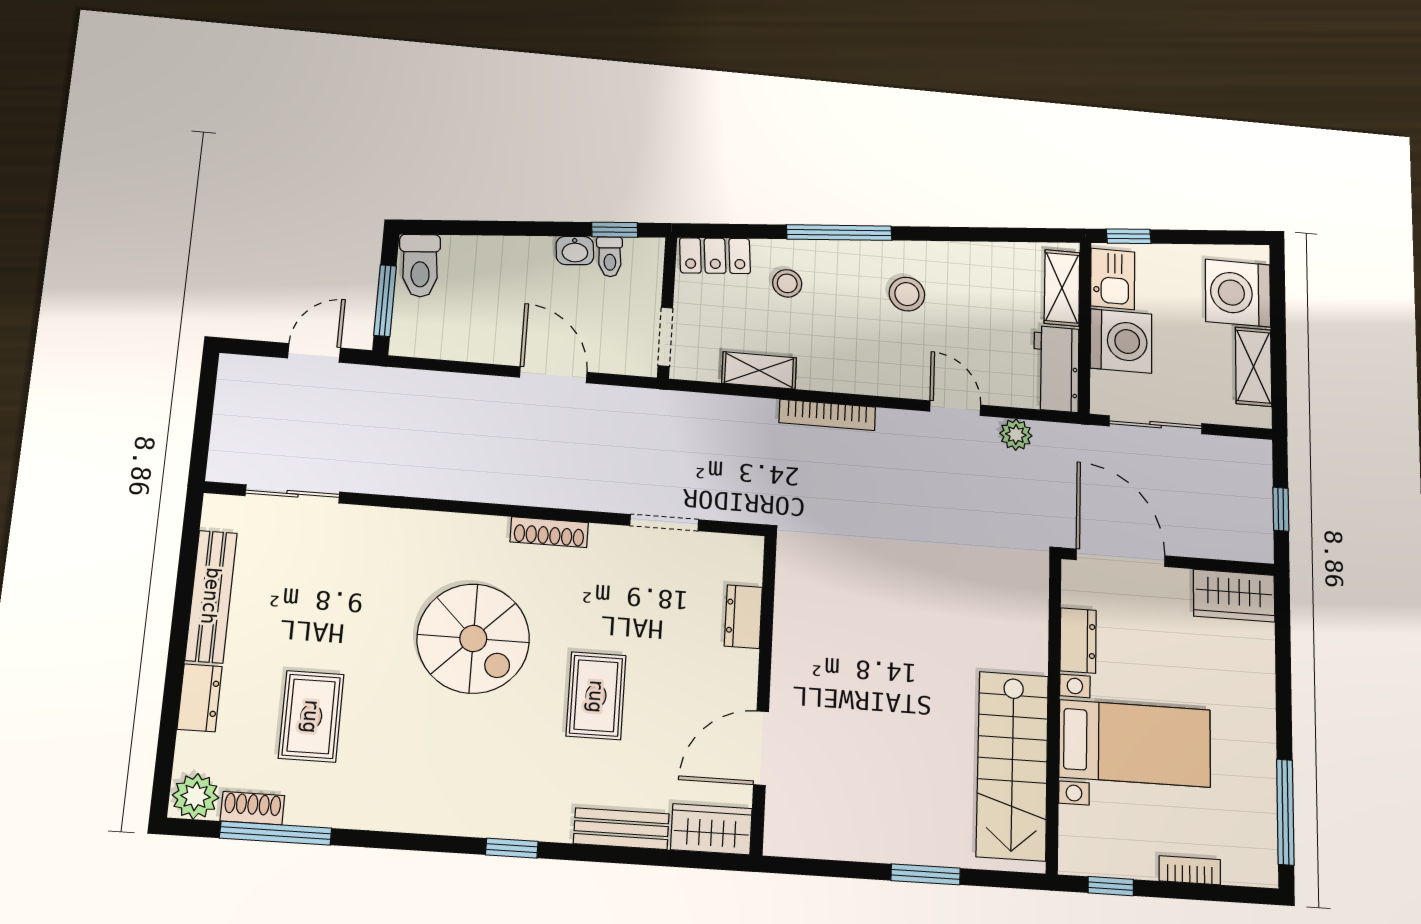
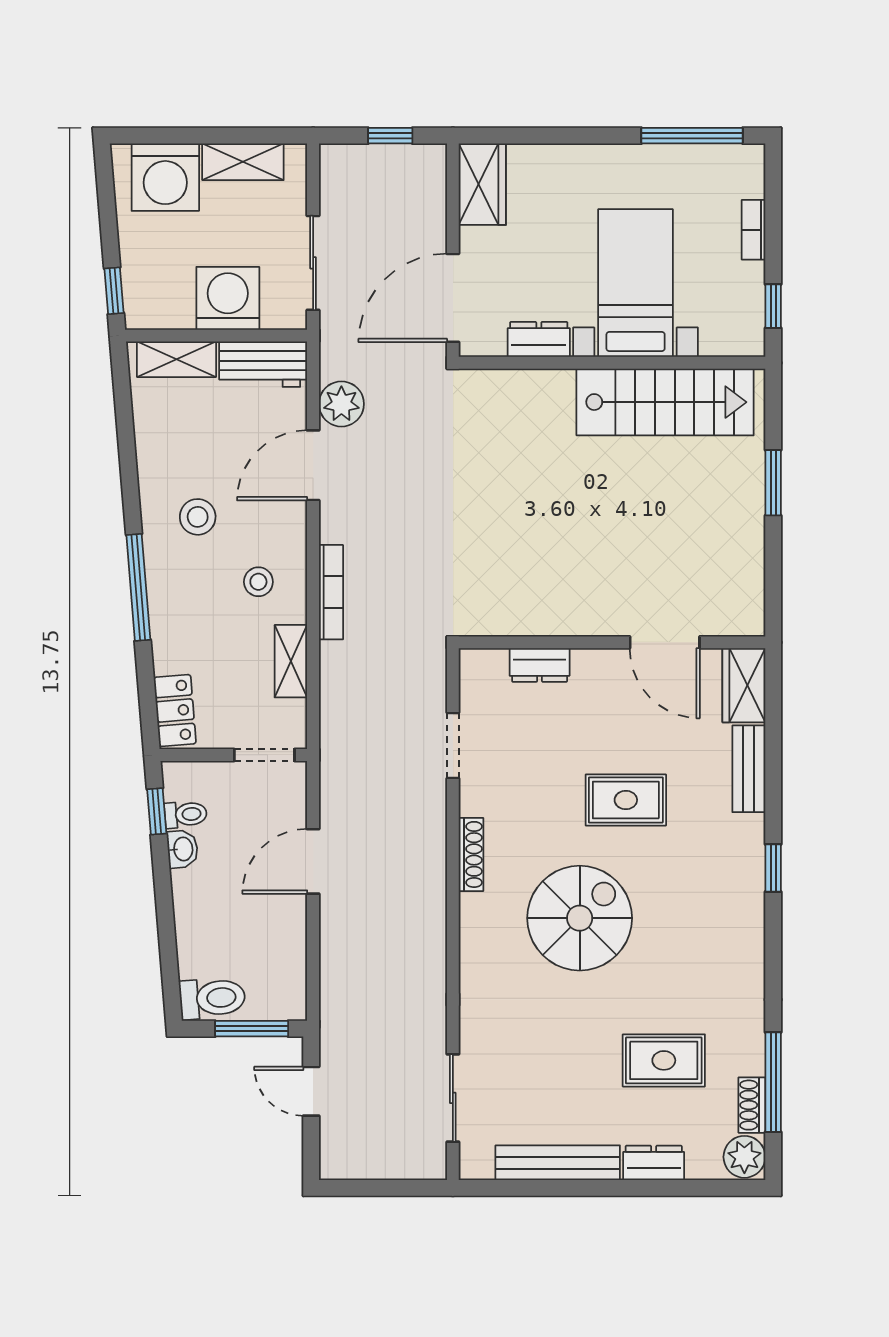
kitchen sink: (1113, 279) -> (162, 307), removed
stool: (787, 283) -> (258, 582), moved
door: (955, 408) -> (313, 465), width x1.38
plant: (1016, 435) -> (341, 404), width x1.38, depth x1.38

